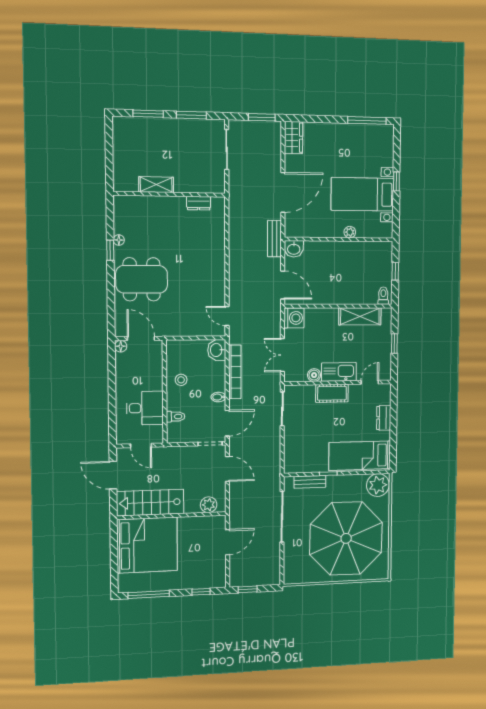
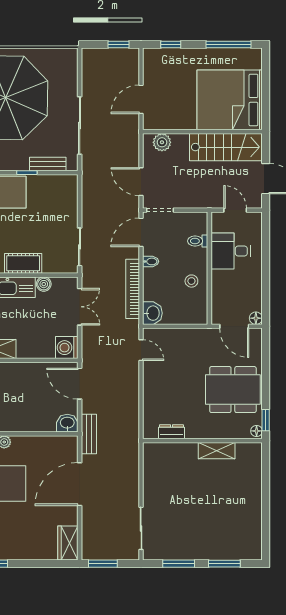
shelving: (156, 185) -> (217, 451), moved
wall: (170, 194) -> (202, 441), moved
dresser: (199, 203) -> (171, 432), moved

